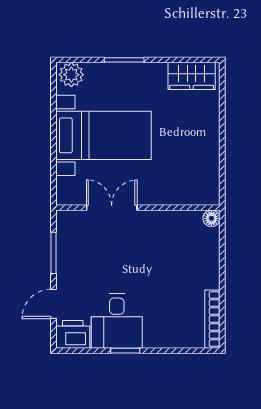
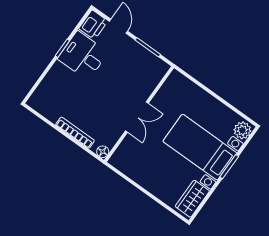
bed with nightstands: (104, 135) -> (200, 147), moved, turned 90
double door: (112, 208) -> (137, 117), moved
bookcase: (212, 319) -> (75, 133), moved

